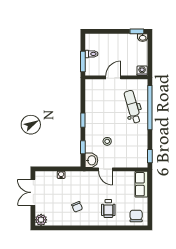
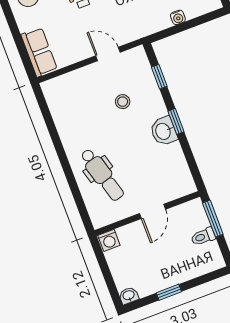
window: (137, 31) -> (169, 292), moved
window: (150, 108) -> (73, 184), removed
window: (150, 156) -> (42, 104), removed
washbasin: (91, 160) -> (164, 131), moved

